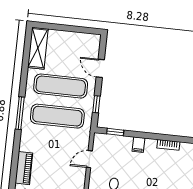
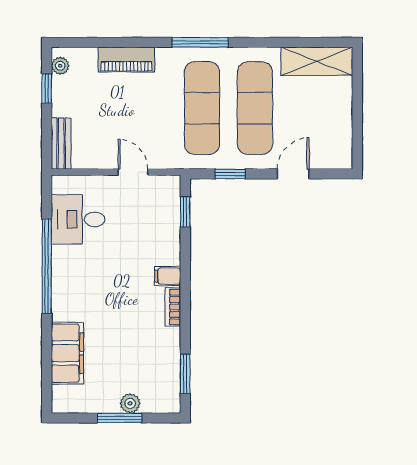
filing cabinet: (139, 145) -> (168, 276), moved
piano: (24, 168) -> (126, 60), moved

